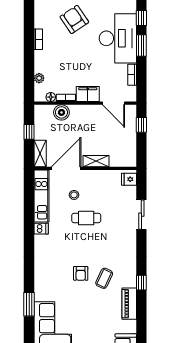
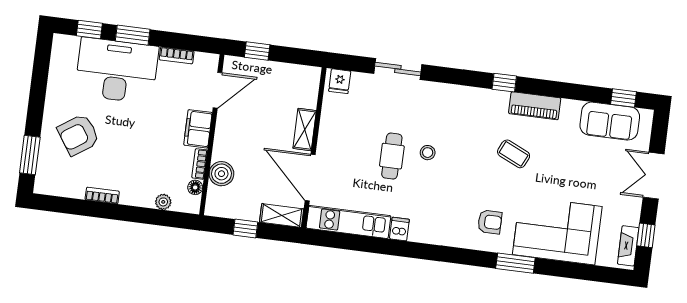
stool: (74, 195) -> (428, 153), moved
armchair: (81, 273) -> (490, 222), moved
coffee table: (104, 278) -> (514, 154), moved

